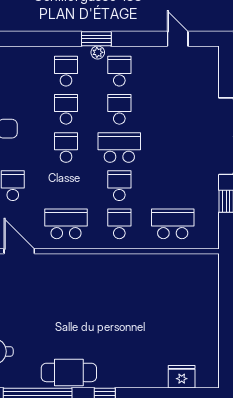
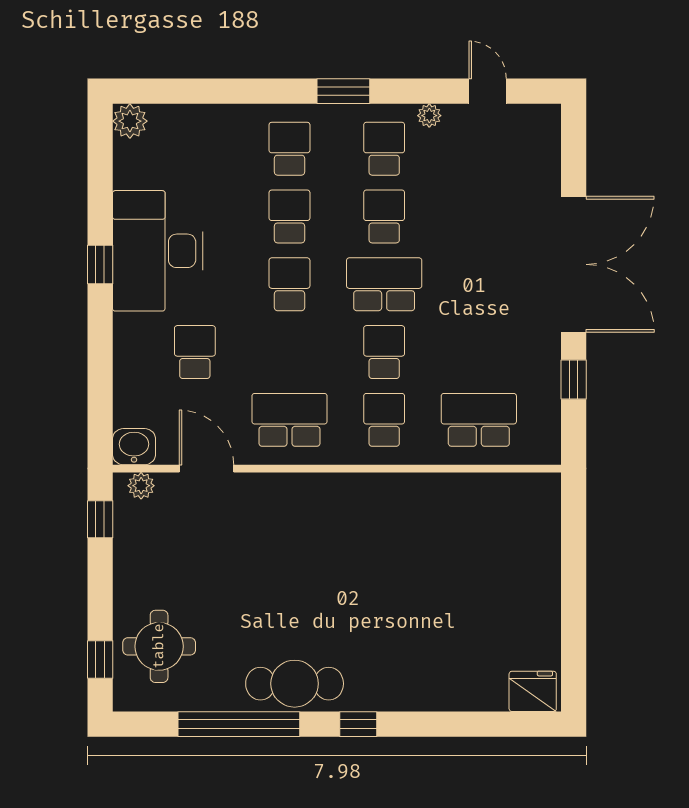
plant: (98, 52) -> (429, 116), moved
fridge: (182, 377) -> (533, 691), moved

